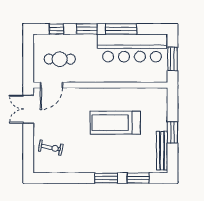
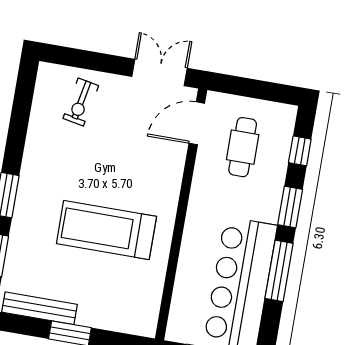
door: (51, 85) -> (197, 123), hinge flipped
treadmill: (115, 123) -> (106, 230), turned -90

